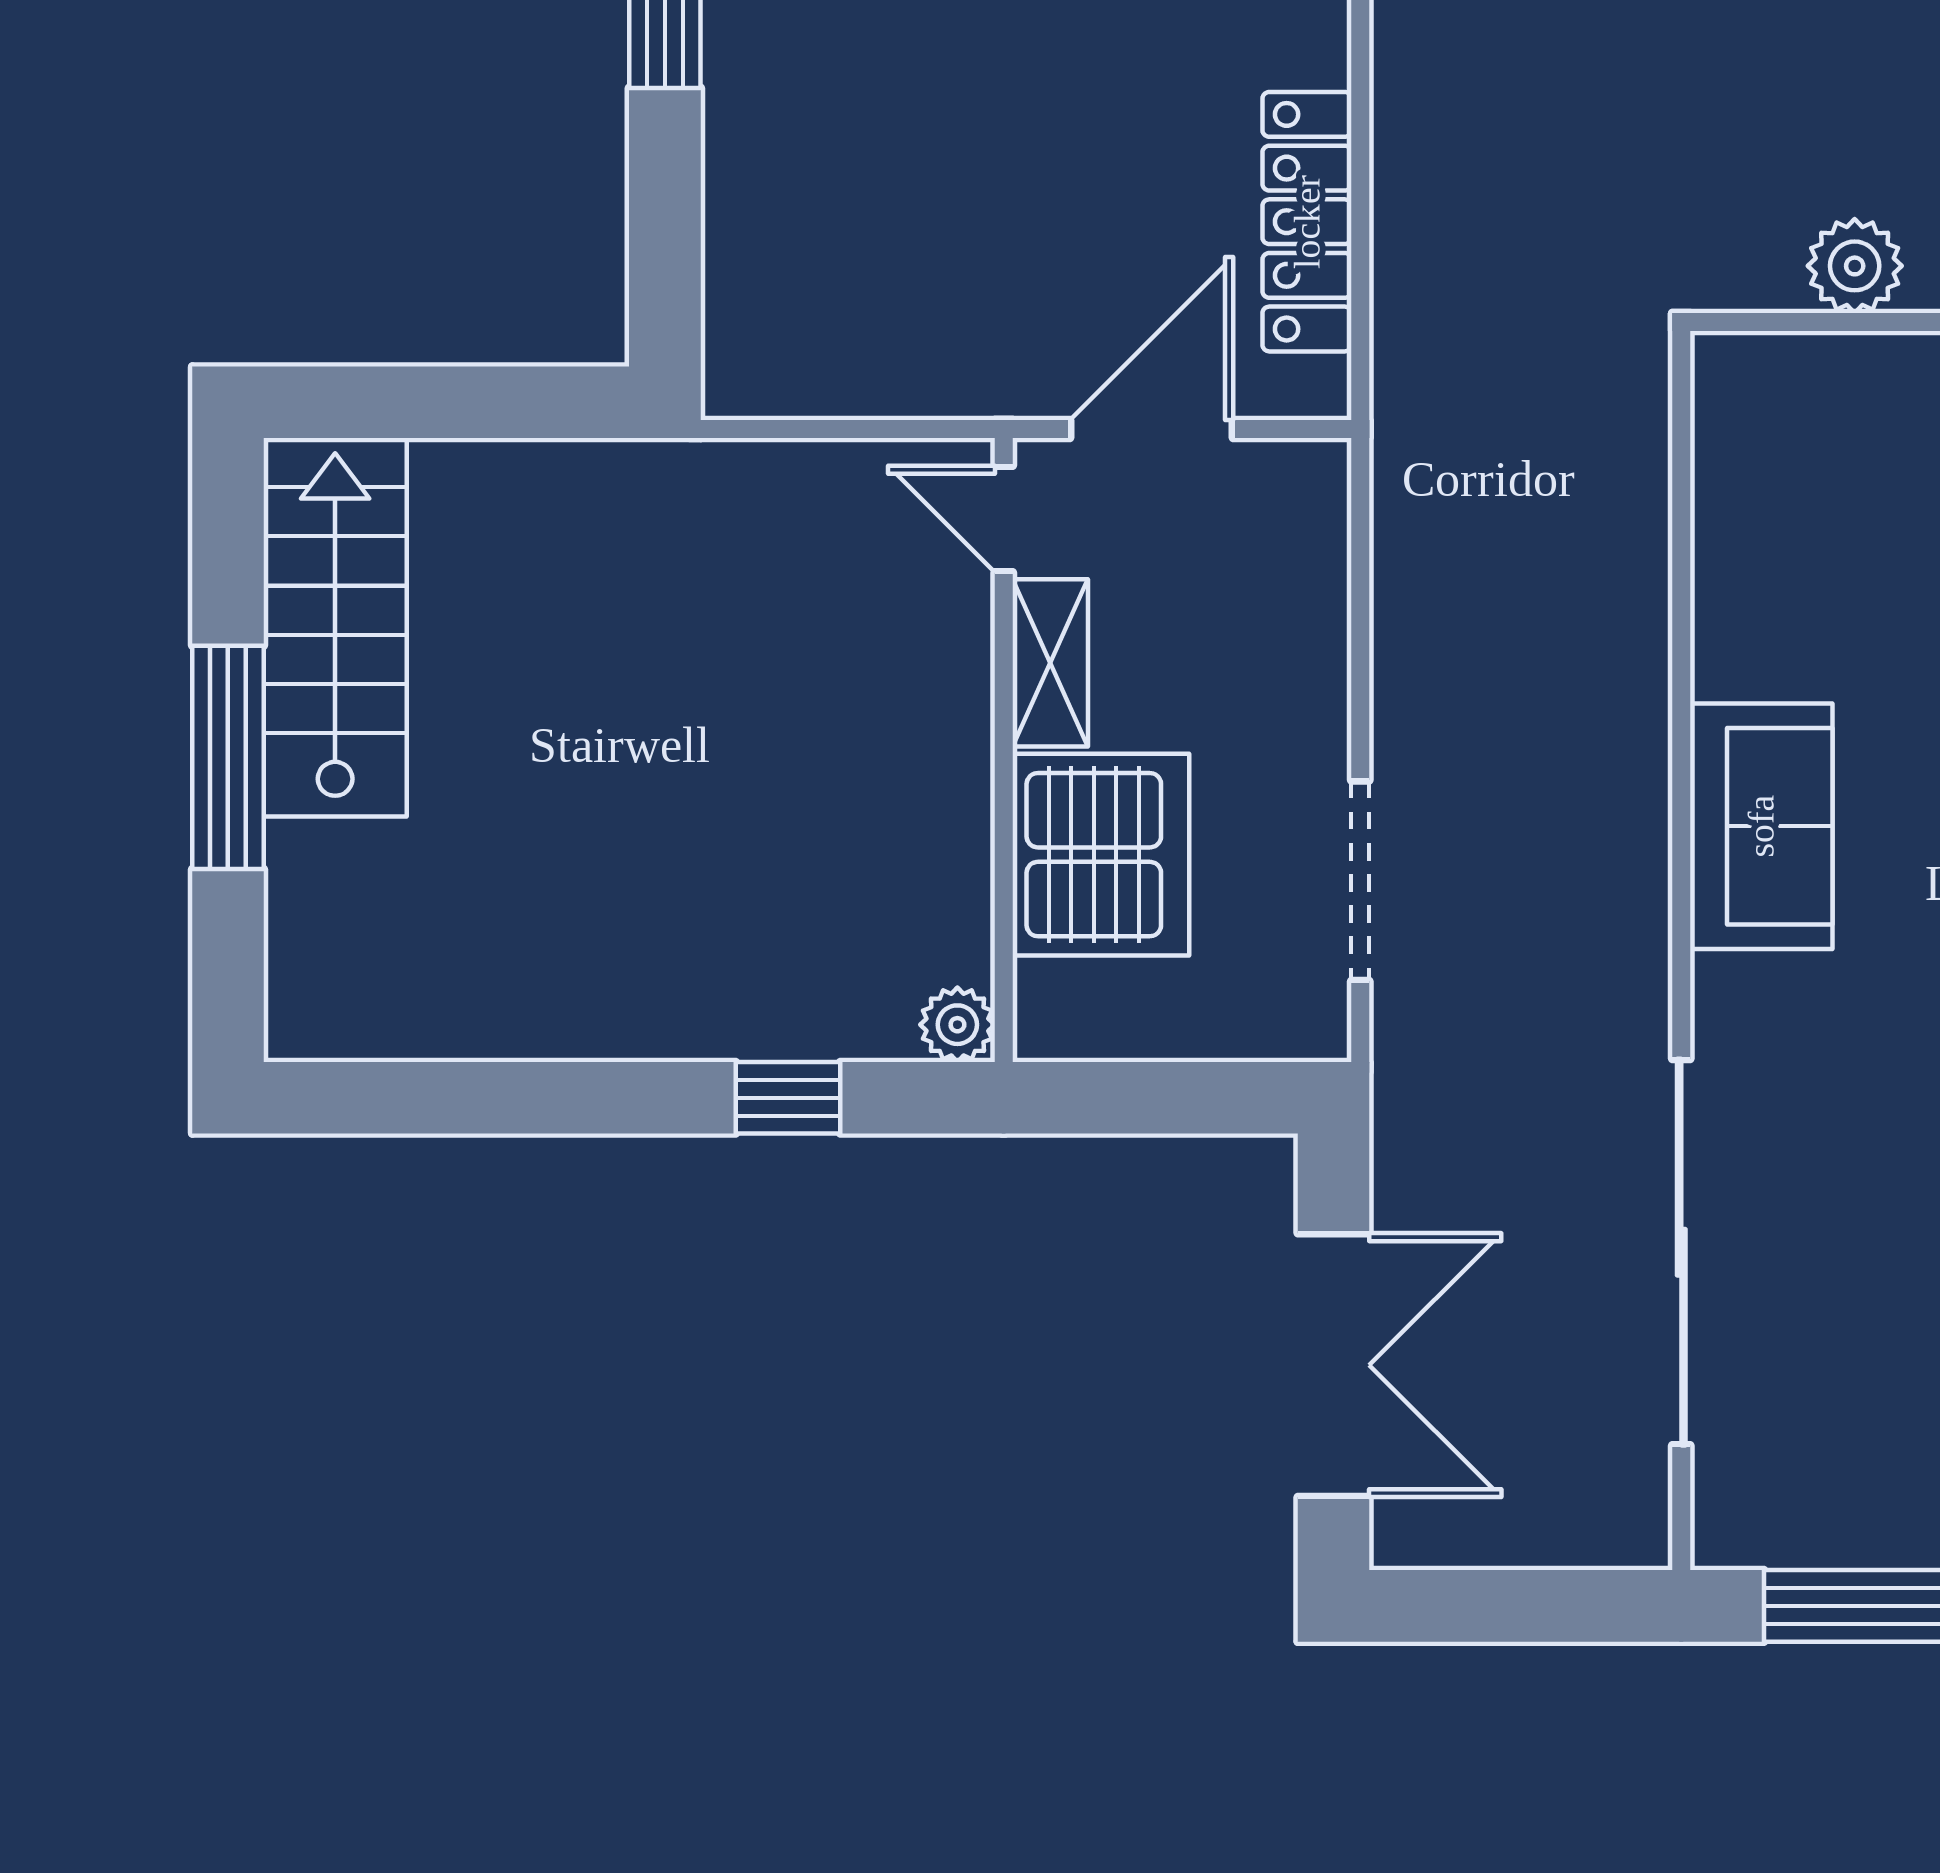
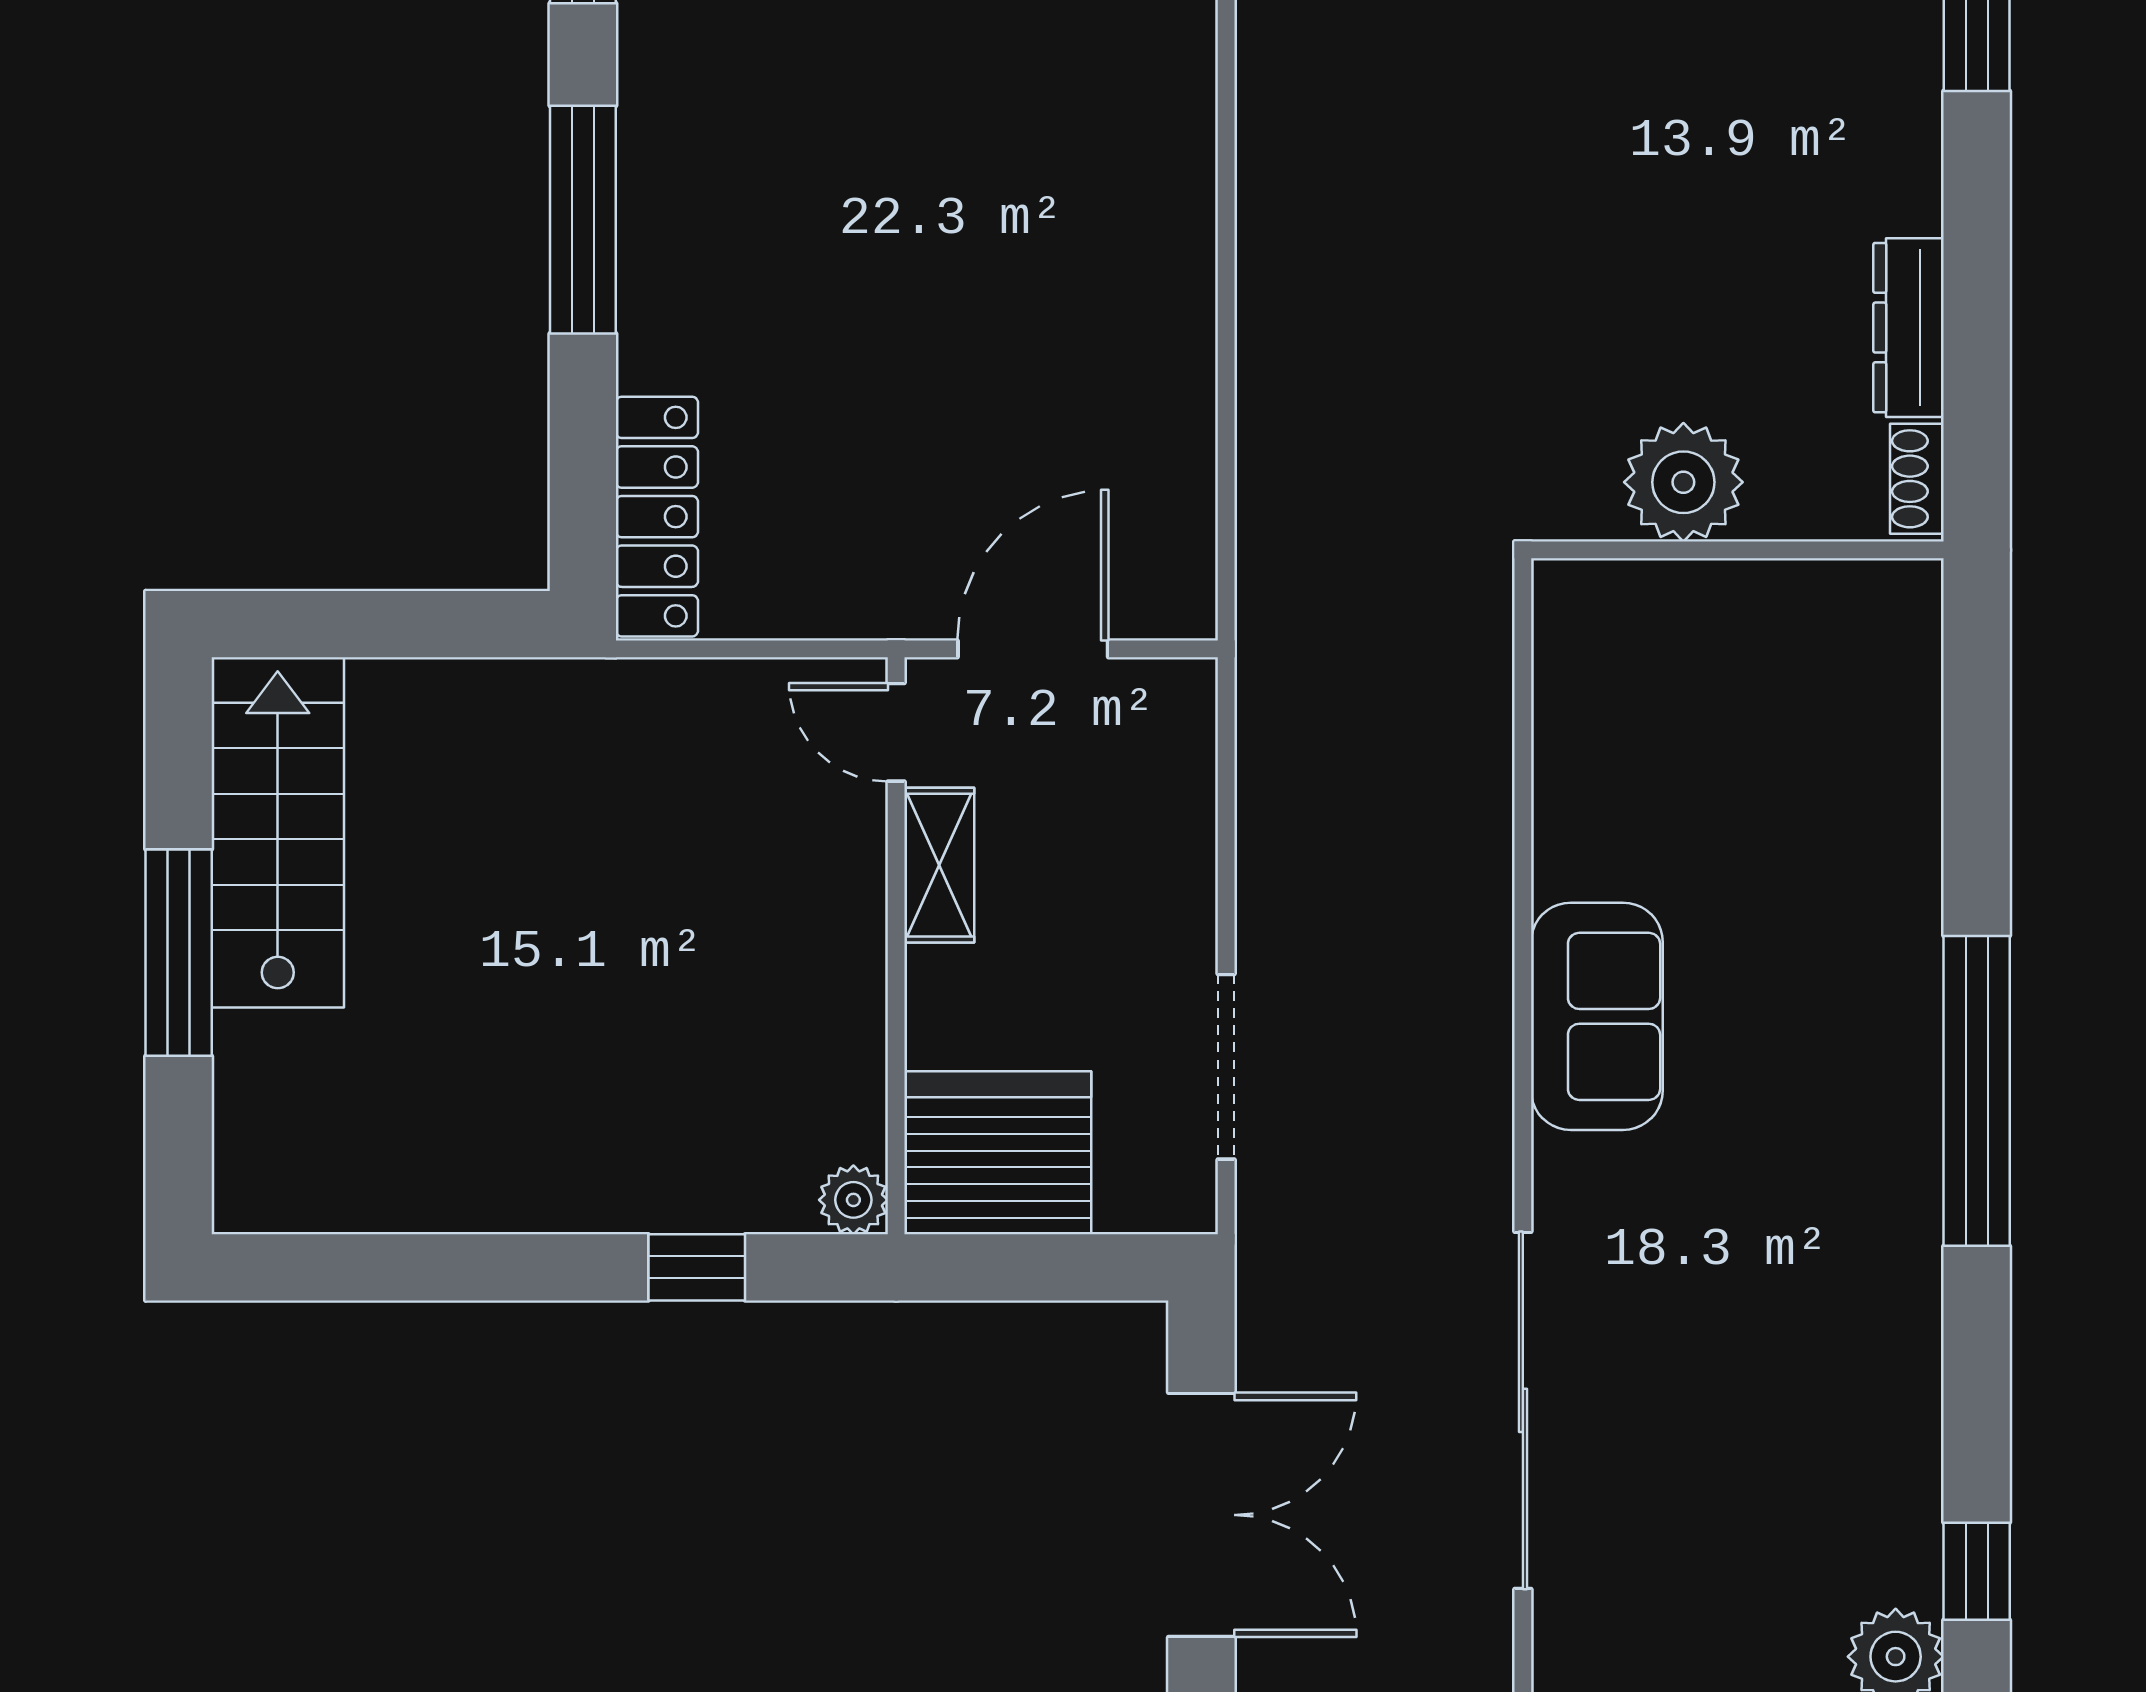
locker: (1307, 222) -> (657, 517), moved, turned 180
plant: (1855, 266) -> (1683, 482), width x1.36, depth x1.36
server rack: (1101, 855) -> (998, 1153), moved, turned -90

